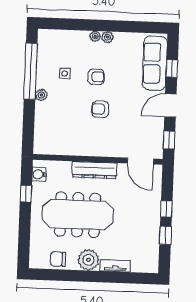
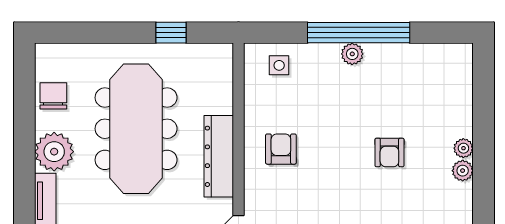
window: (31, 71) -> (359, 33), moved
side table: (65, 73) -> (279, 65), moved
armchair: (100, 109) -> (281, 149), moved
water cooler: (39, 174) -> (207, 55), removed

